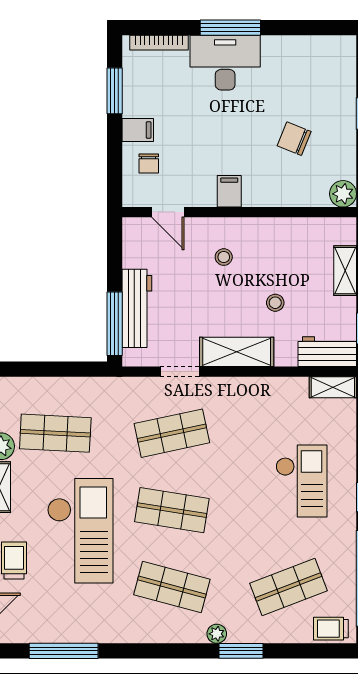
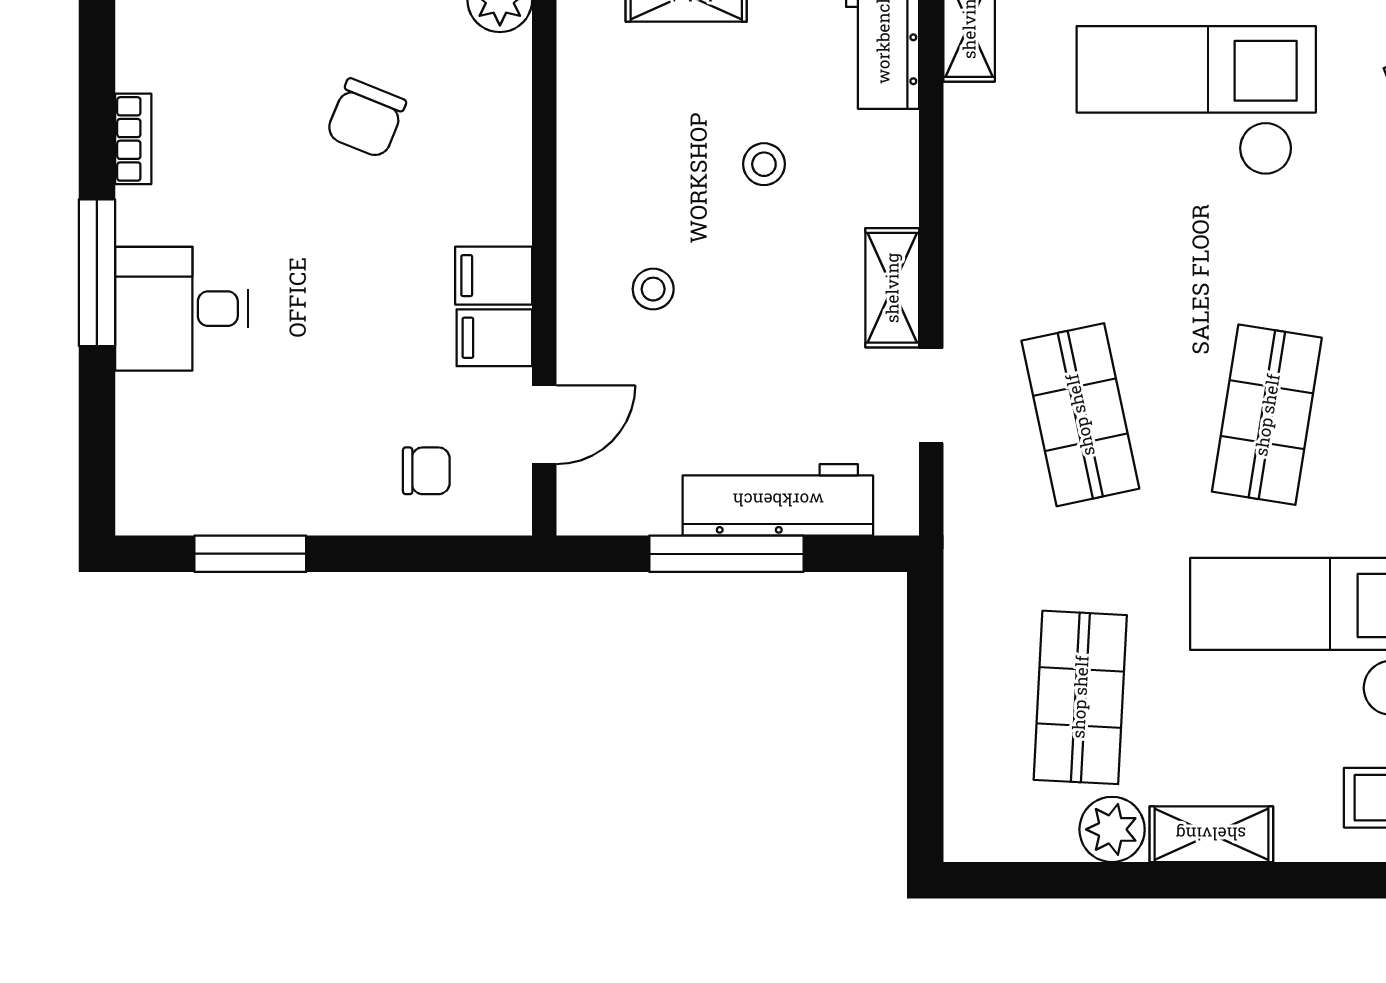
bookcase: (159, 43) -> (133, 139), moved, width x0.64
desk: (225, 63) -> (182, 309), width x0.73
filing cabinet: (138, 130) -> (494, 338), moved, turned -90
window: (115, 324) -> (726, 554), moved
shelving: (237, 352) -> (892, 288), width x0.67, depth x0.75
checkout: (301, 481) -> (1196, 101), width x1.36, depth x1.21

